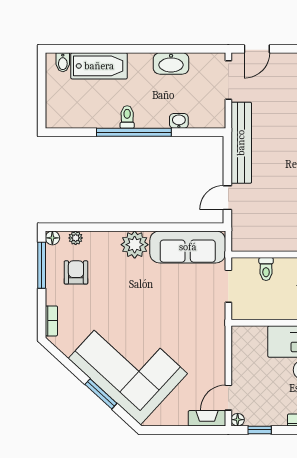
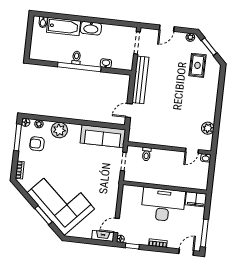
door: (257, 49) -> (167, 28), moved
washbasin: (171, 63) -> (91, 28), moved
plant: (135, 245) -> (59, 130), moved
armchair: (76, 272) -> (37, 144), turned -90

